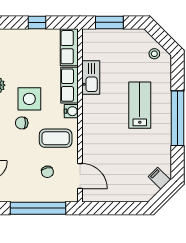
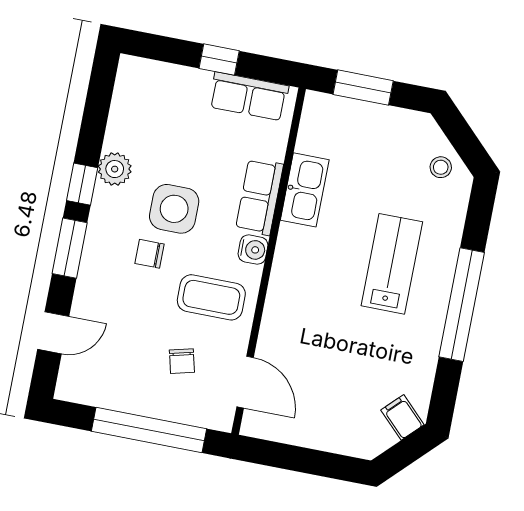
row of seats: (69, 47) -> (249, 96), moved, turned -90

